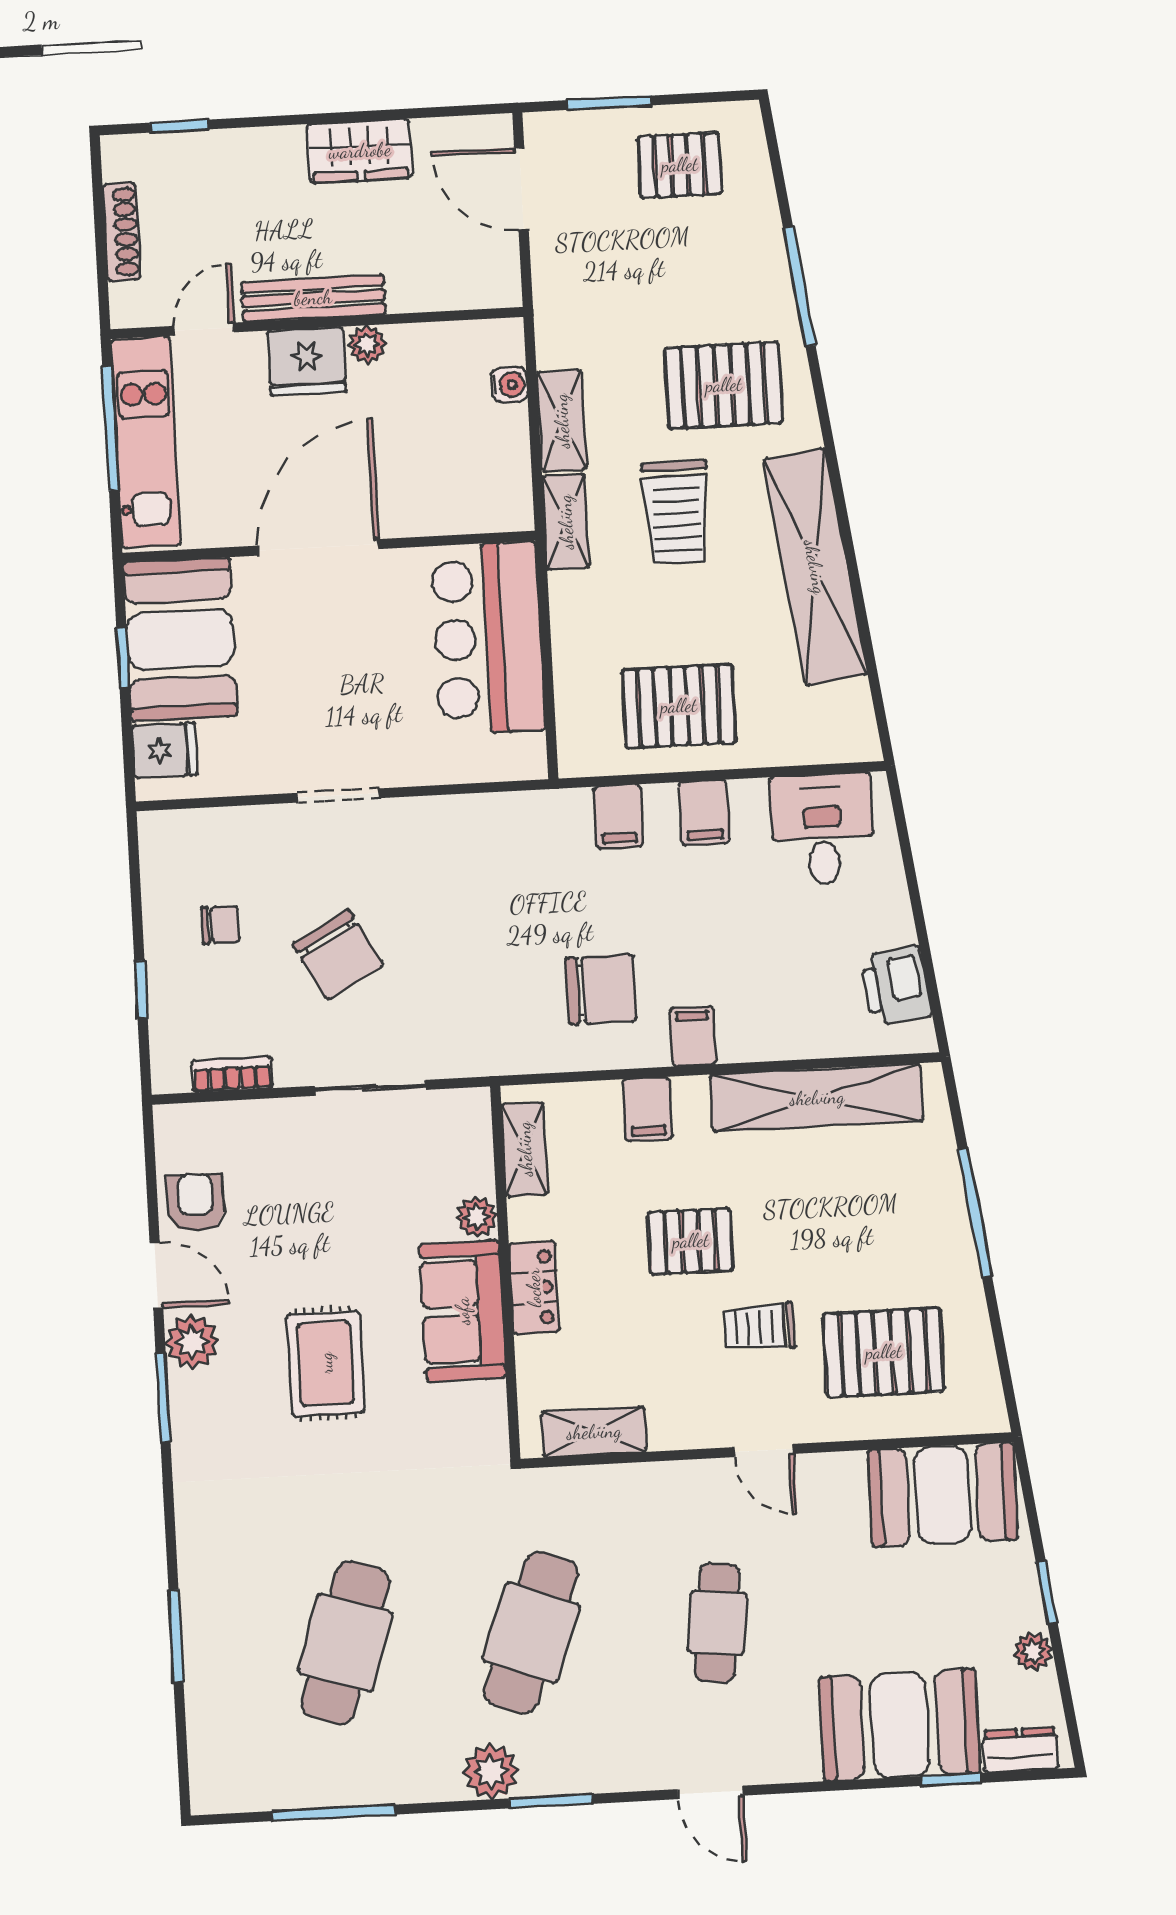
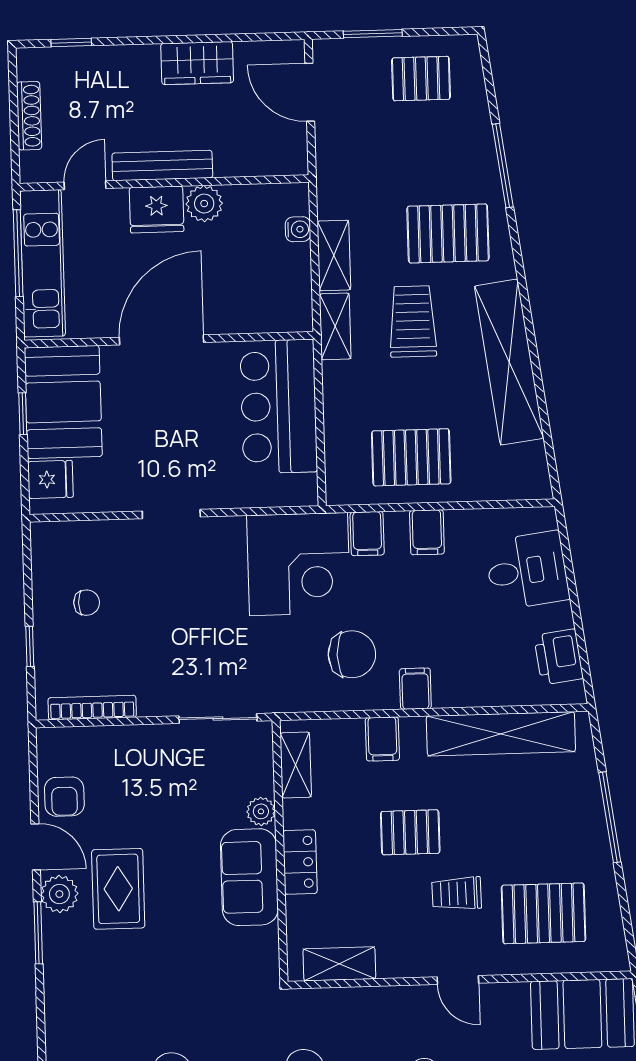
plant: (367, 344) -> (204, 204), width x1.38, depth x1.38
trolley: (676, 512) -> (413, 322), turned 180
desk: (823, 829) -> (527, 571), moved, turned 82
corner desk: (522, 863) -> (299, 564), added
chair: (338, 955) -> (168, 626), removed
bookcase: (232, 1074) -> (92, 708), width x1.56
sliding door: (370, 1088) -> (218, 719), moved
armchair: (196, 1202) -> (64, 797), turned 180
rug: (326, 1363) -> (118, 889), moved

